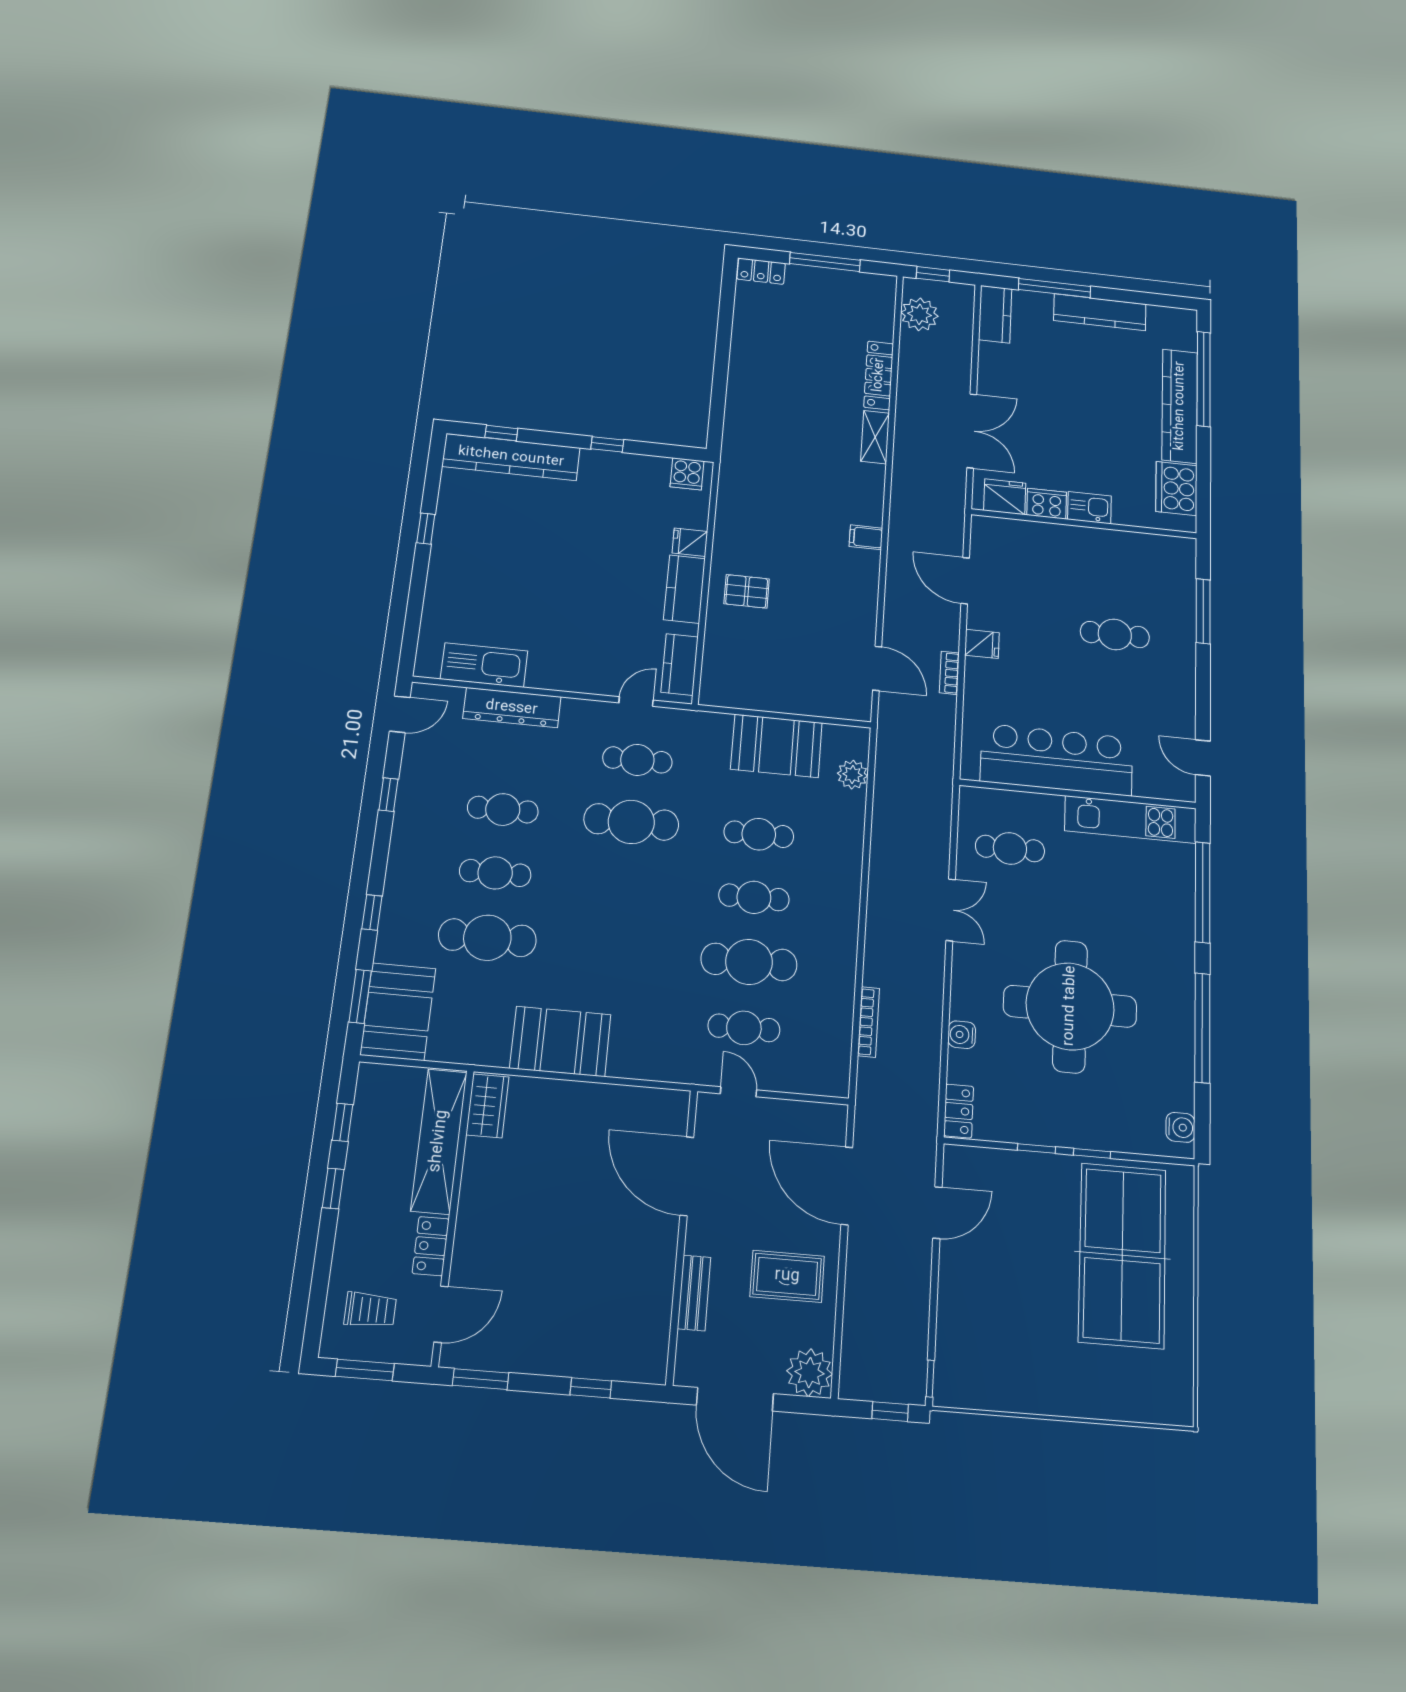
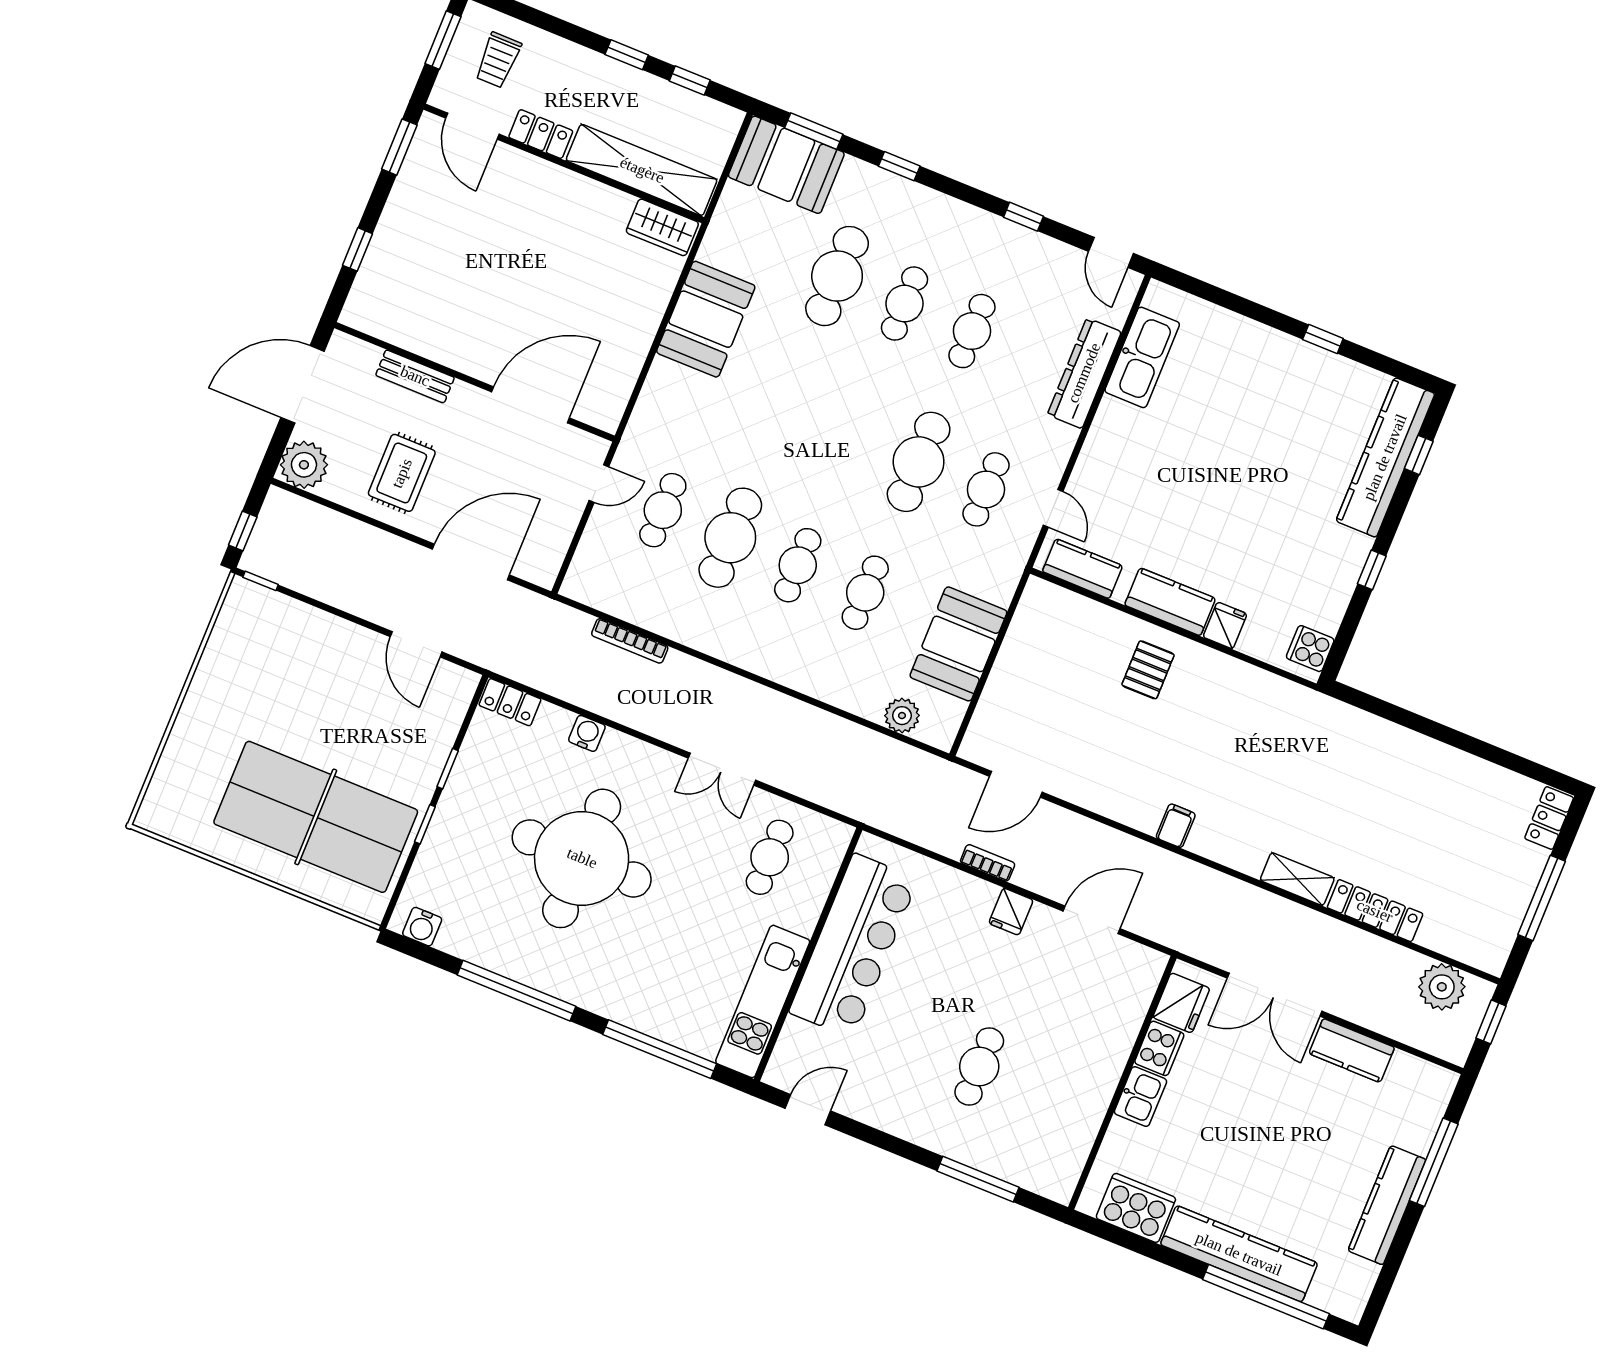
kitchen counter: (995, 314) -> (1352, 1050), moved

